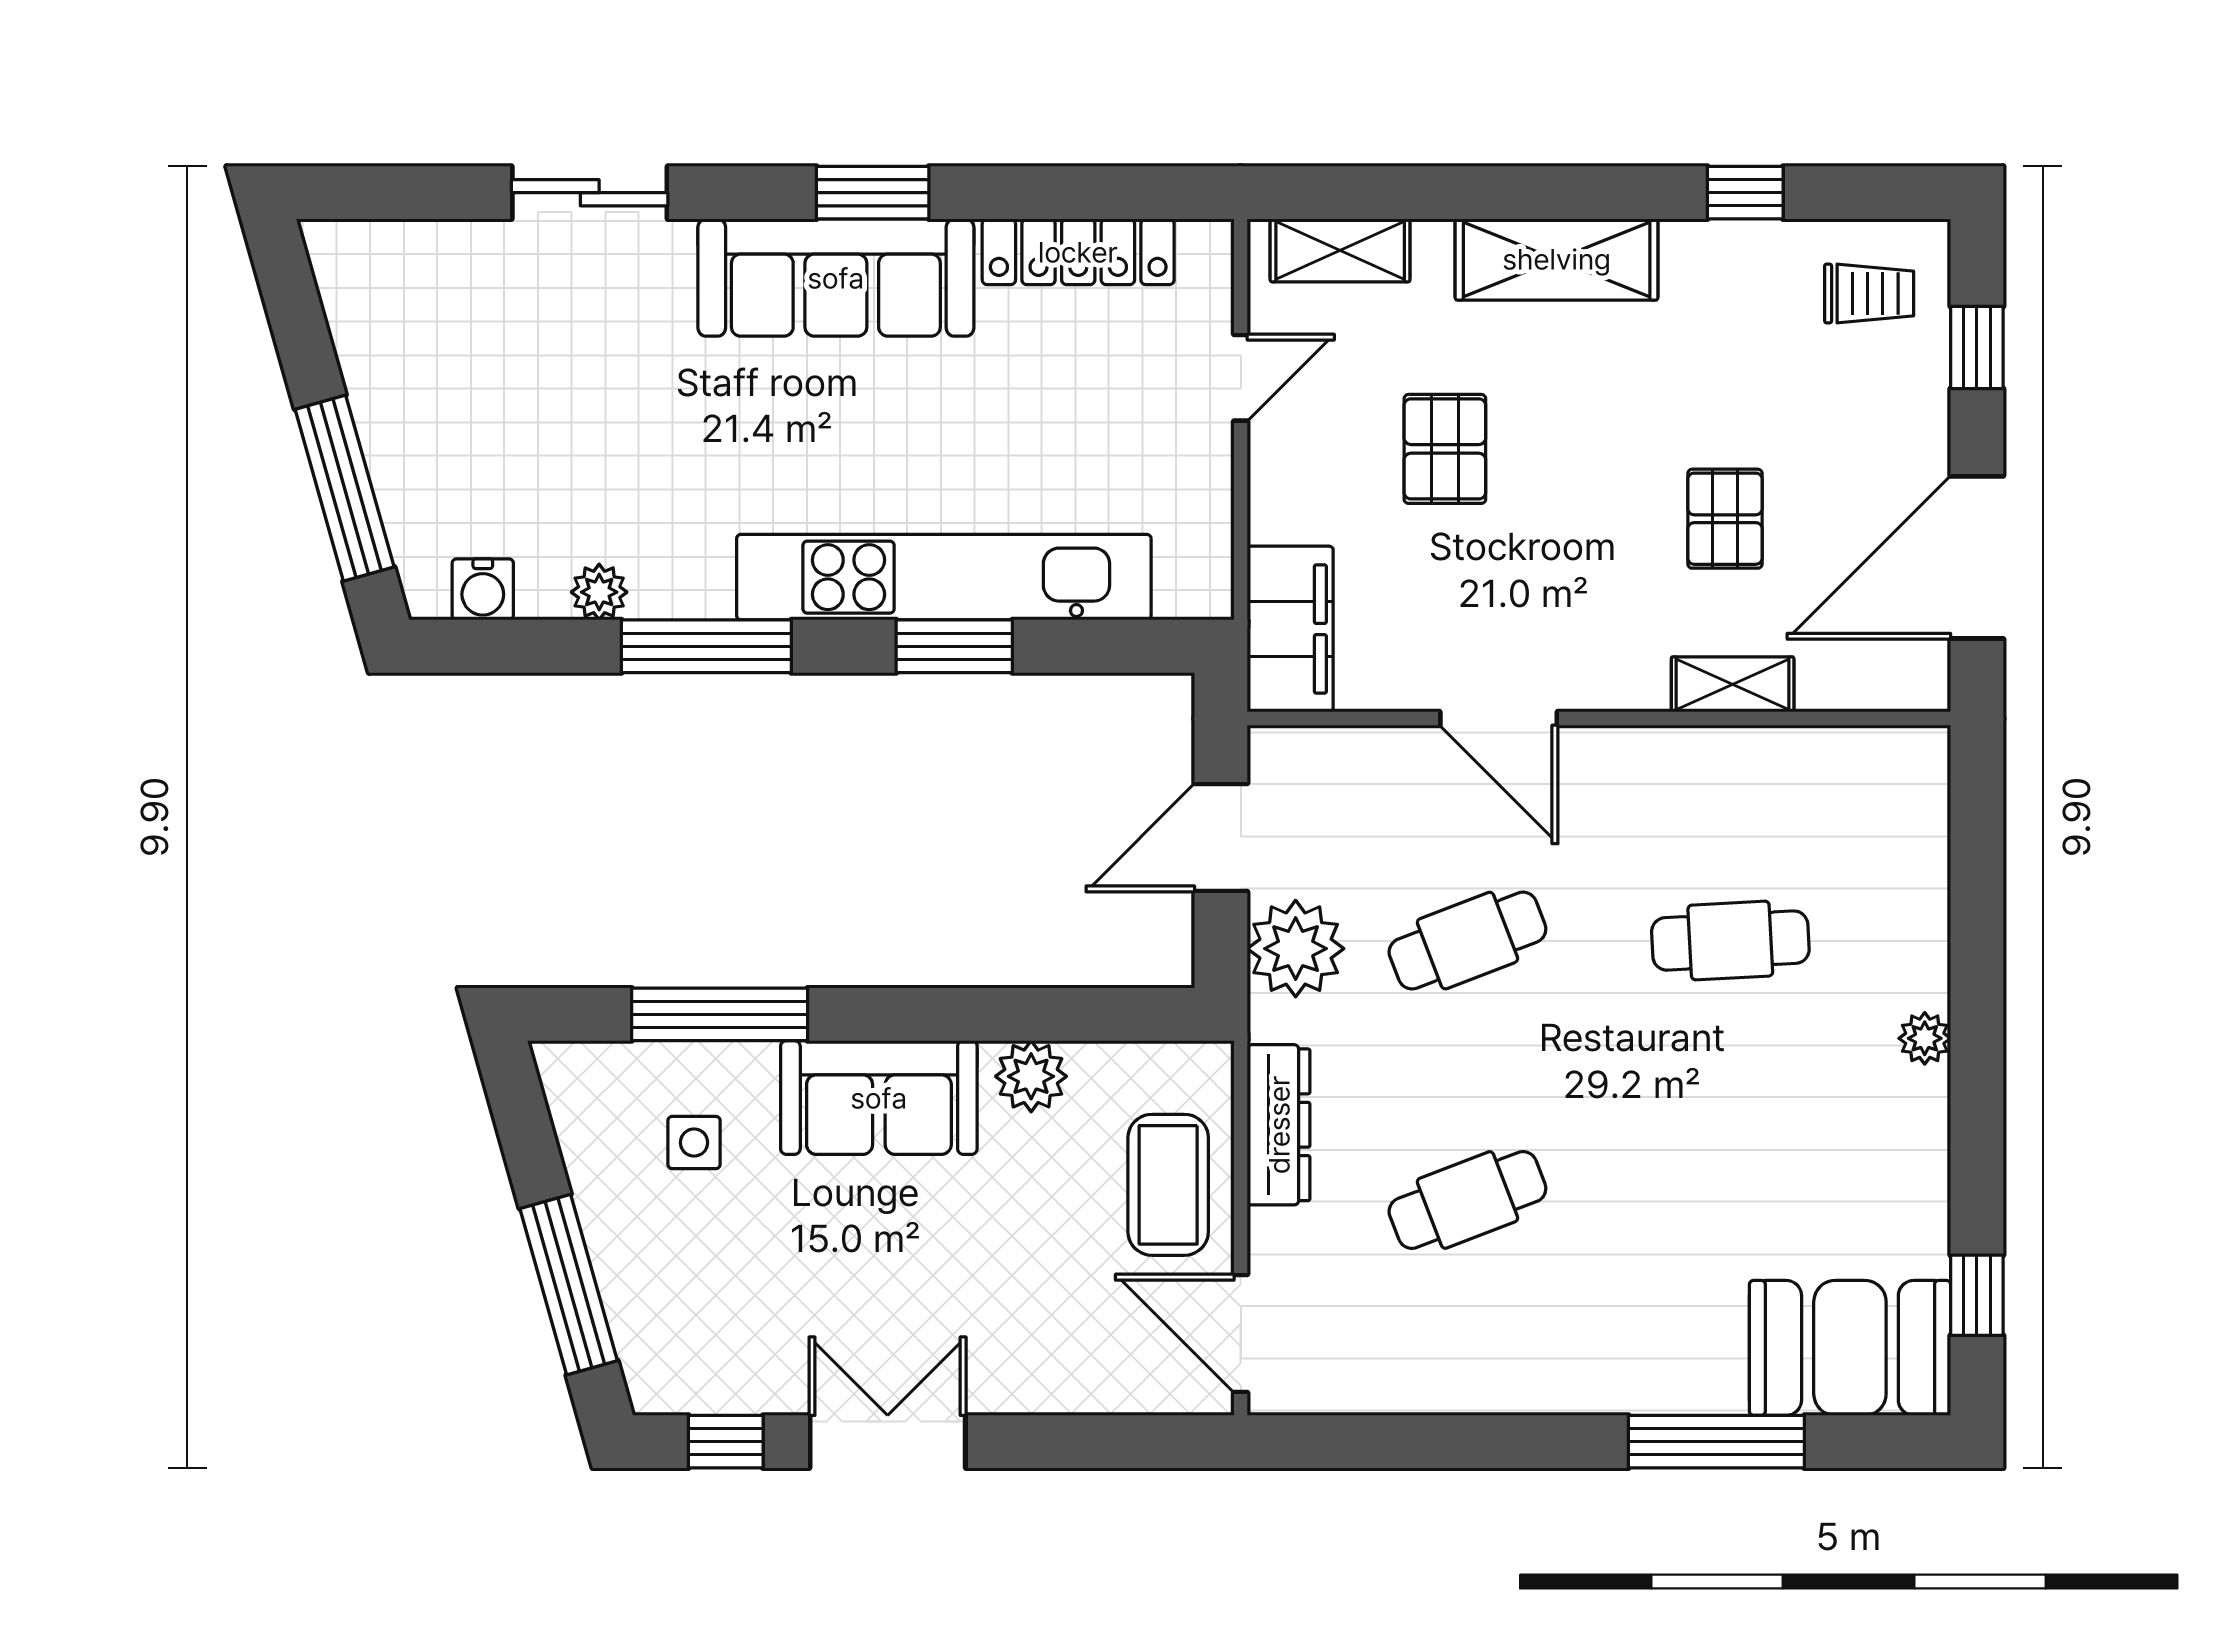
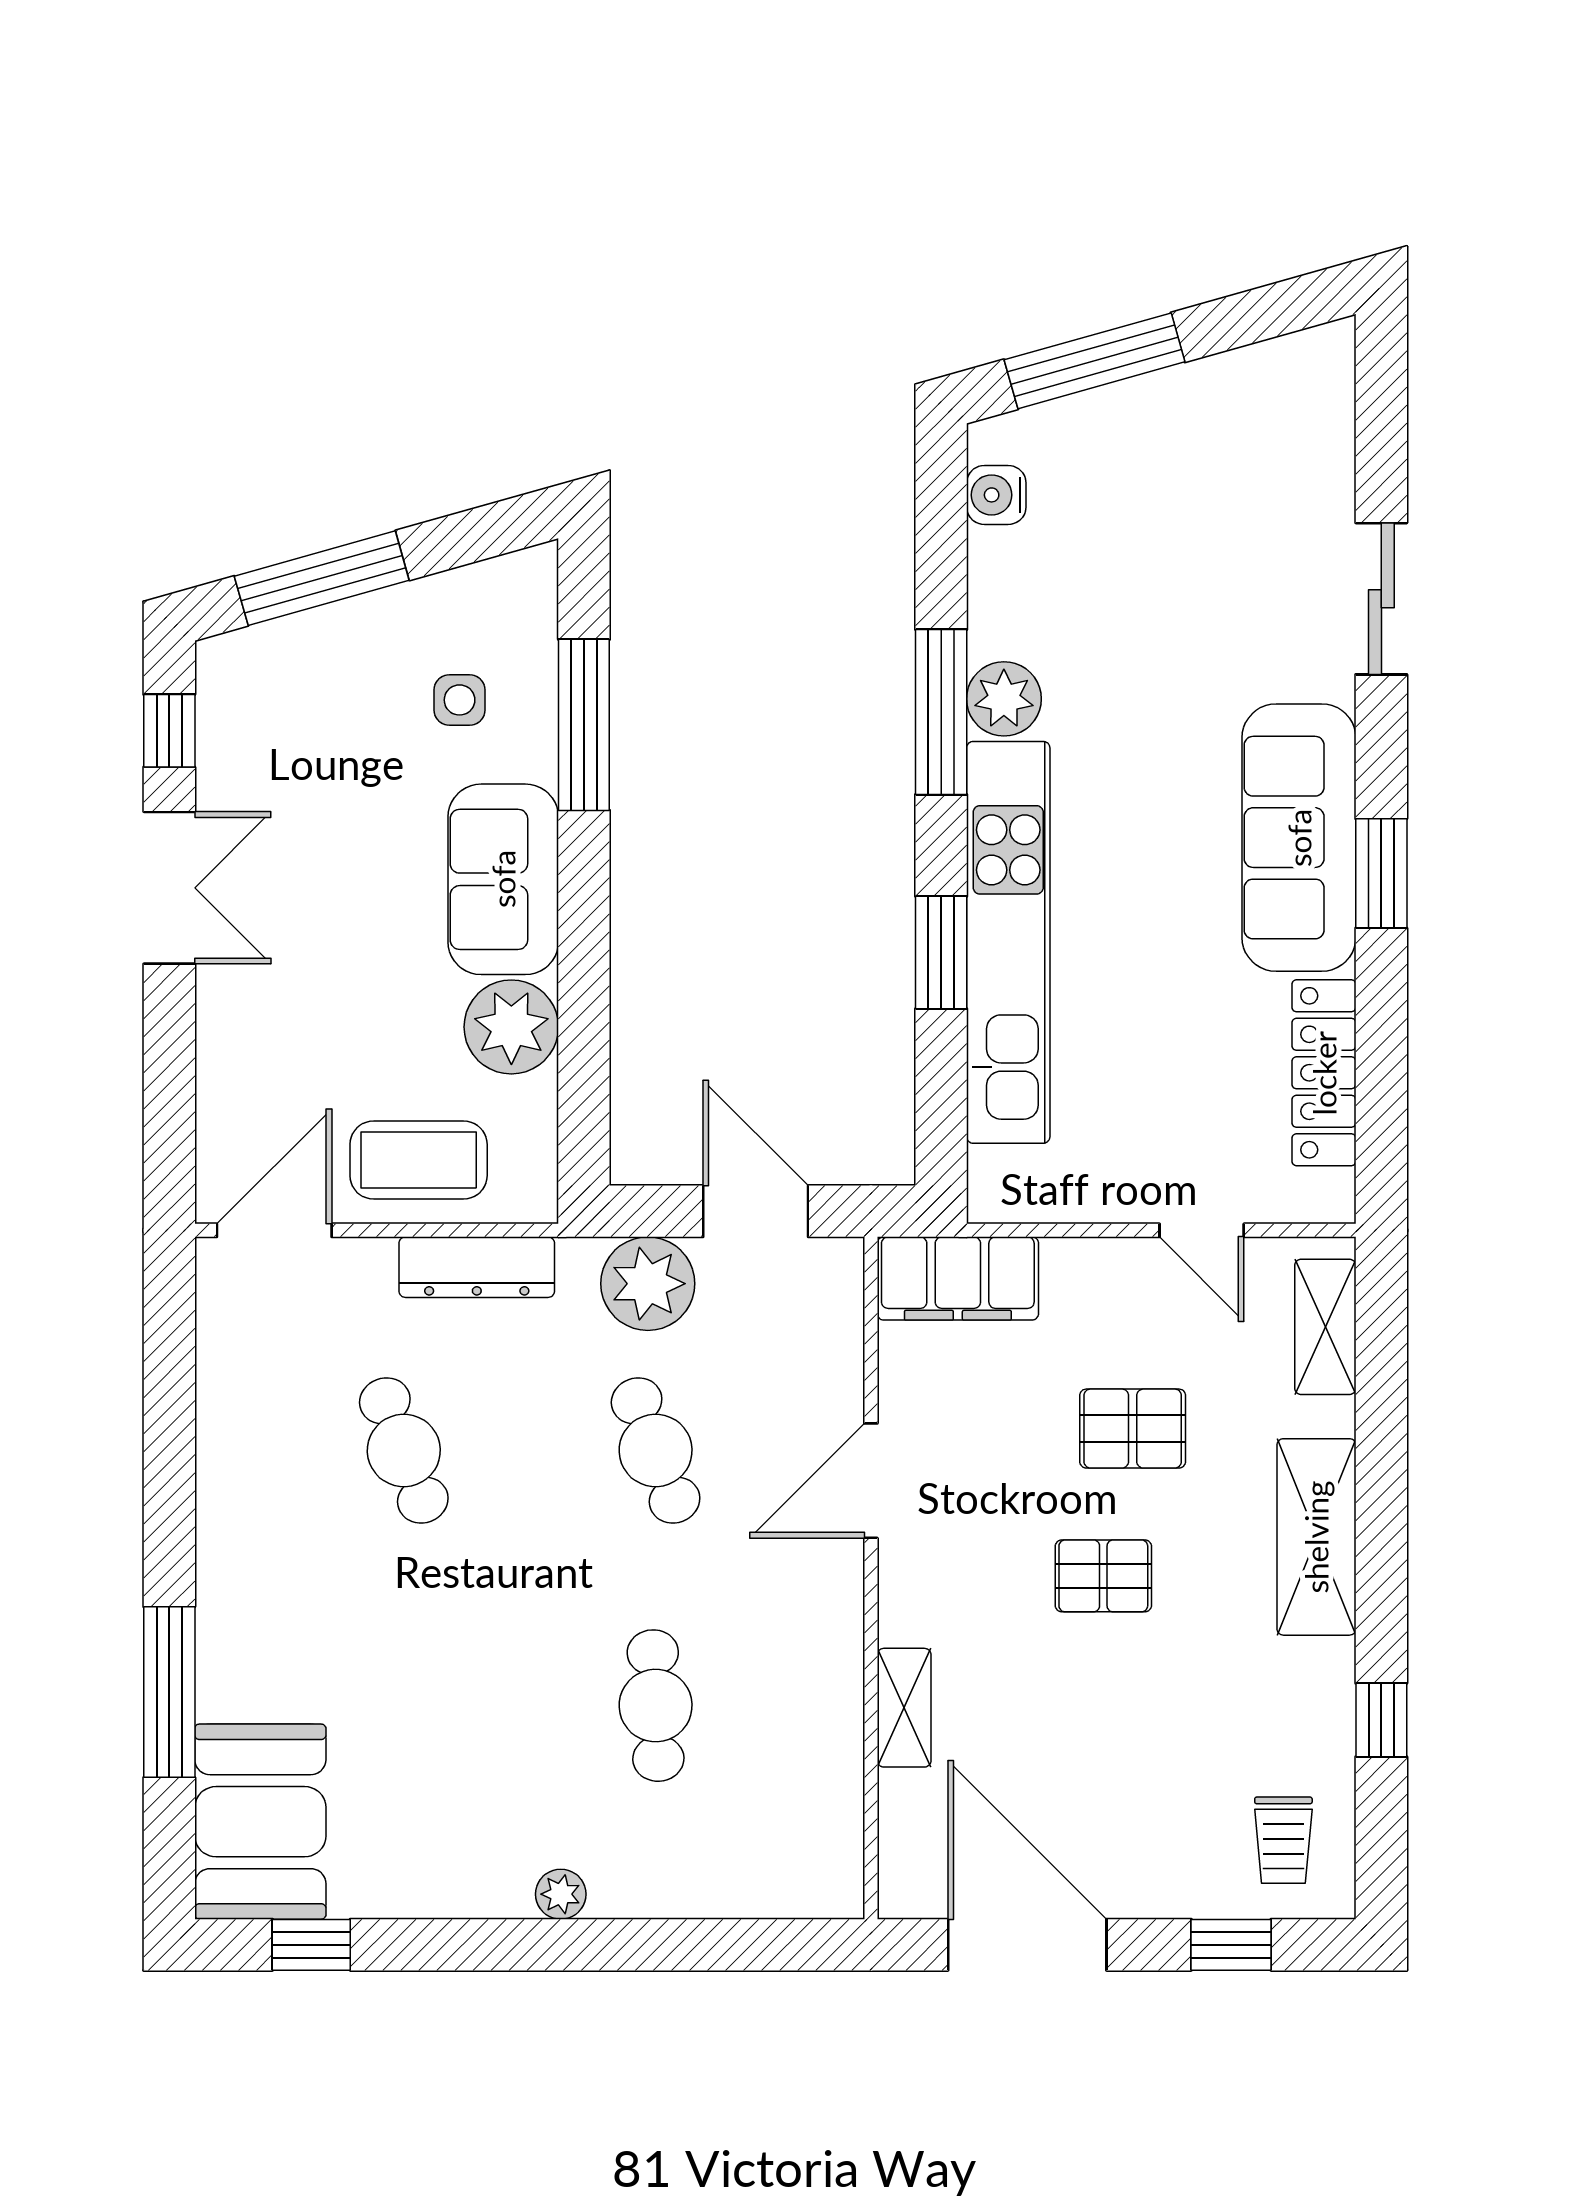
pallet: (1725, 519) -> (1103, 1576), moved
plant: (599, 592) -> (1004, 699), moved, width x1.38, depth x1.38
plant: (1031, 1076) -> (511, 1027), width x1.36, depth x1.36

